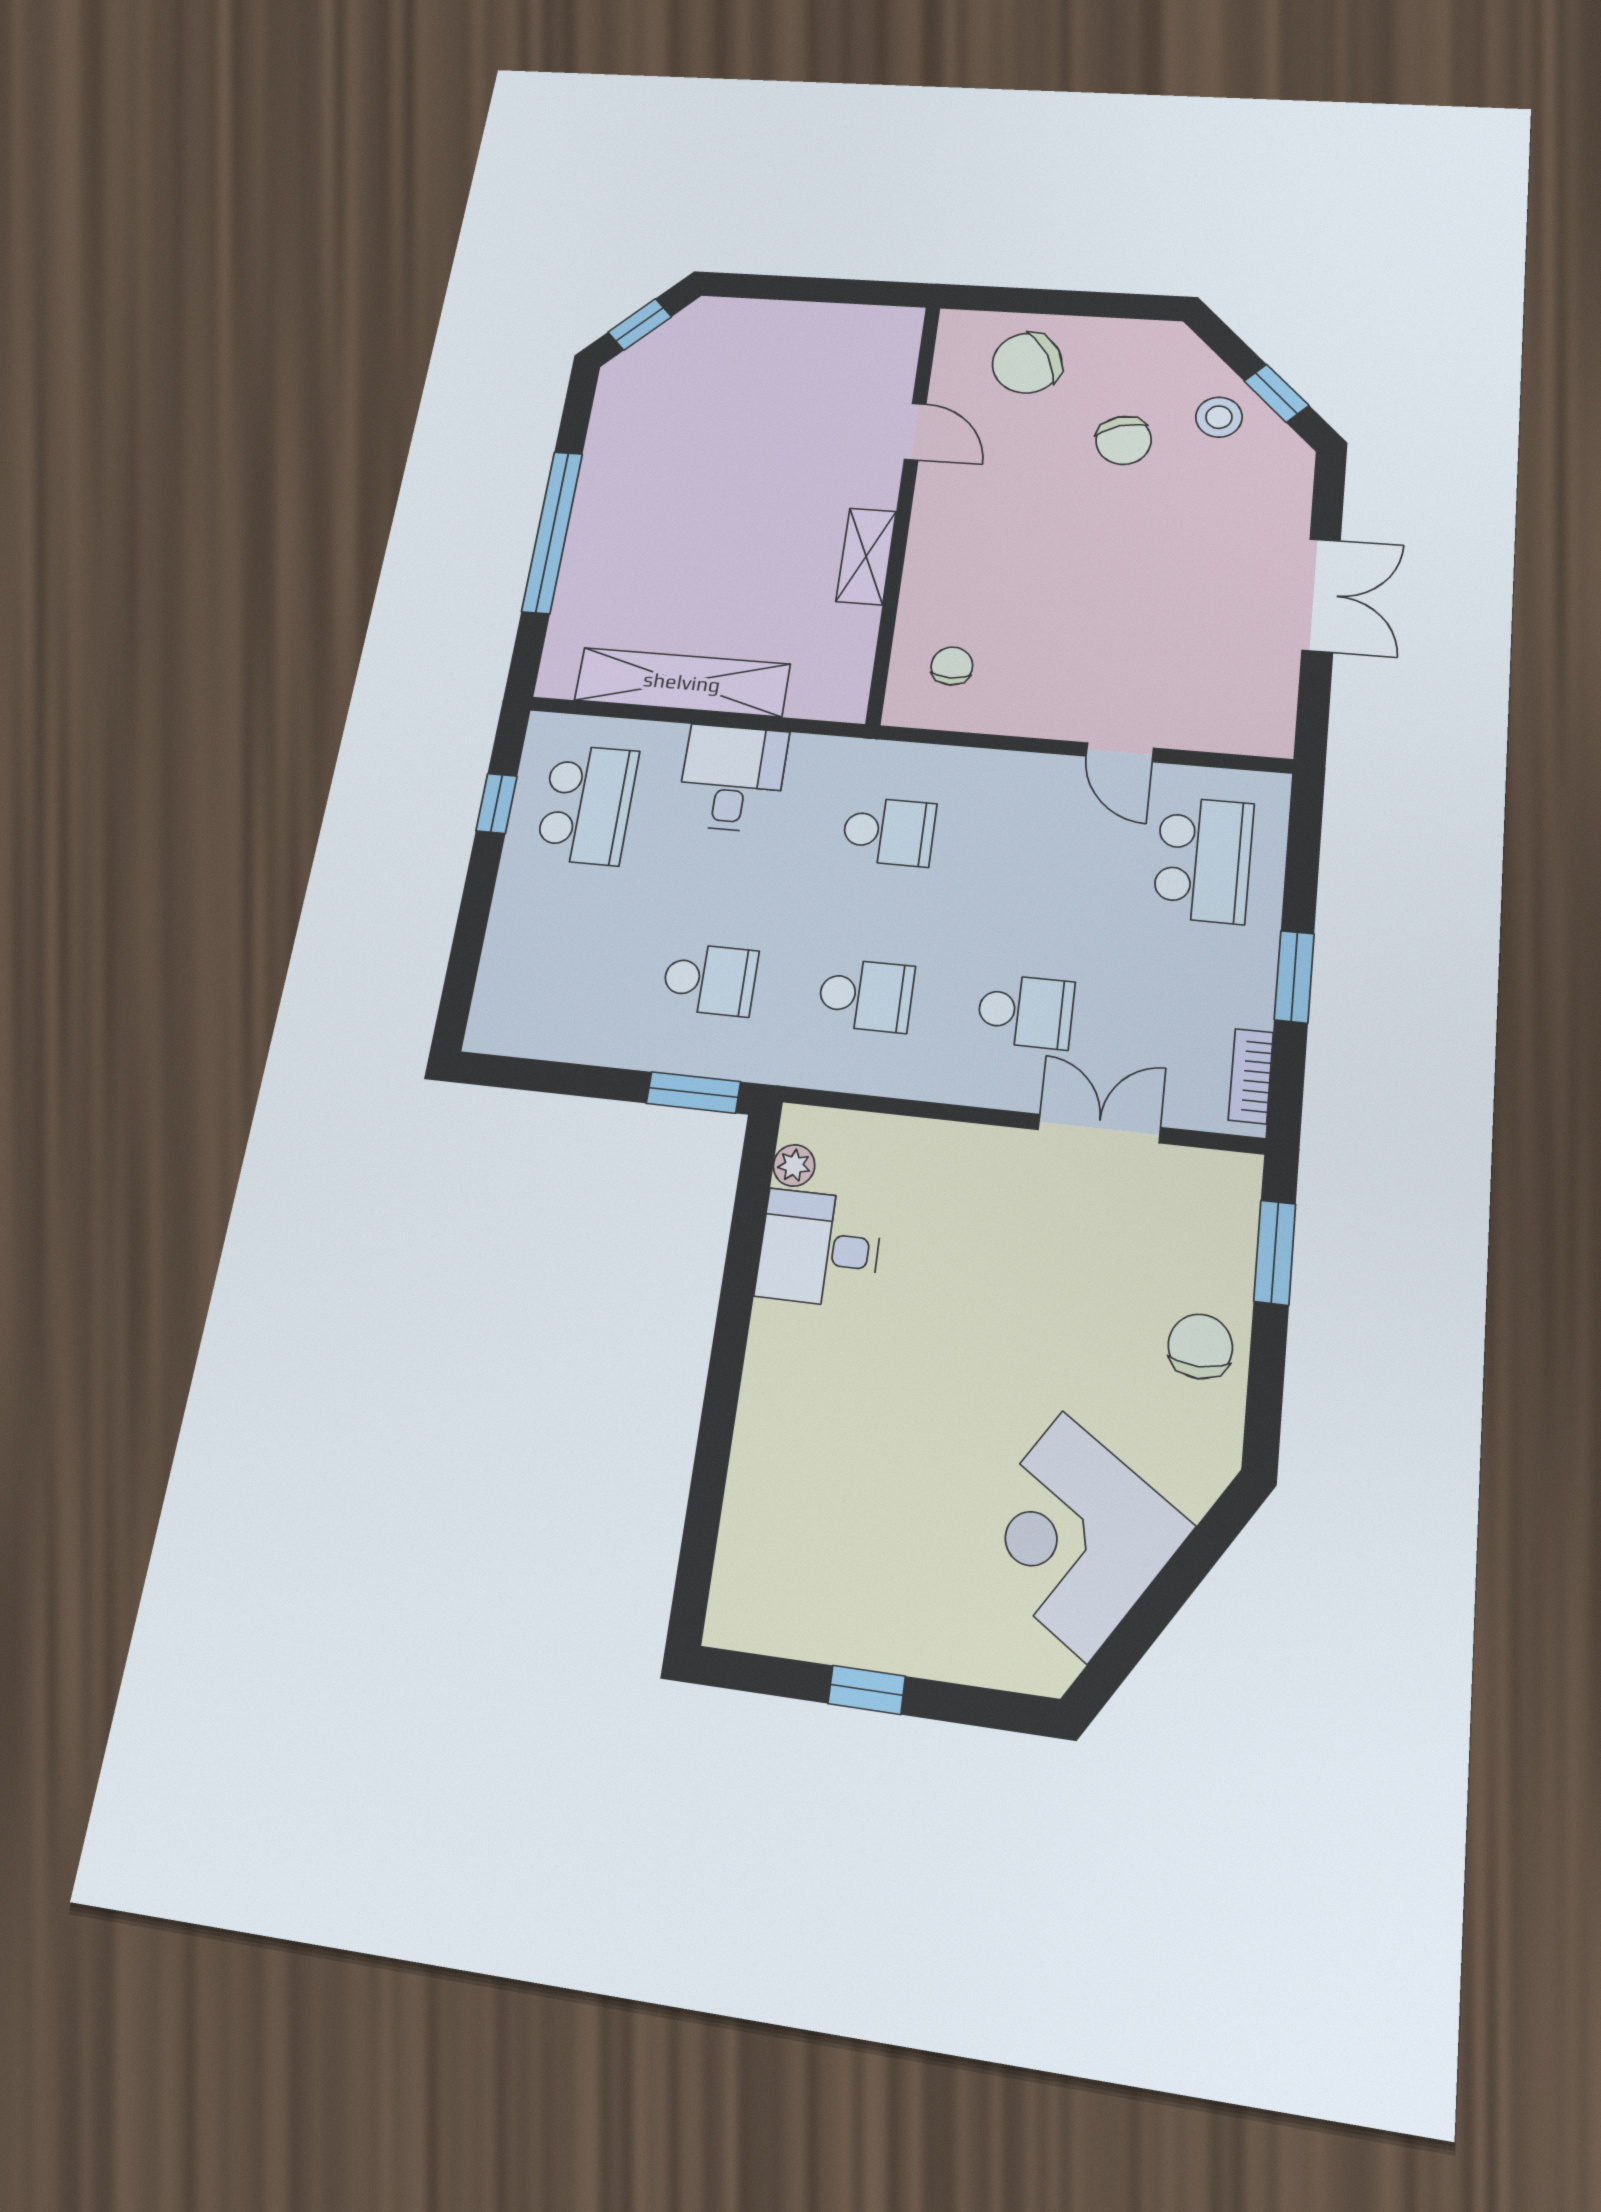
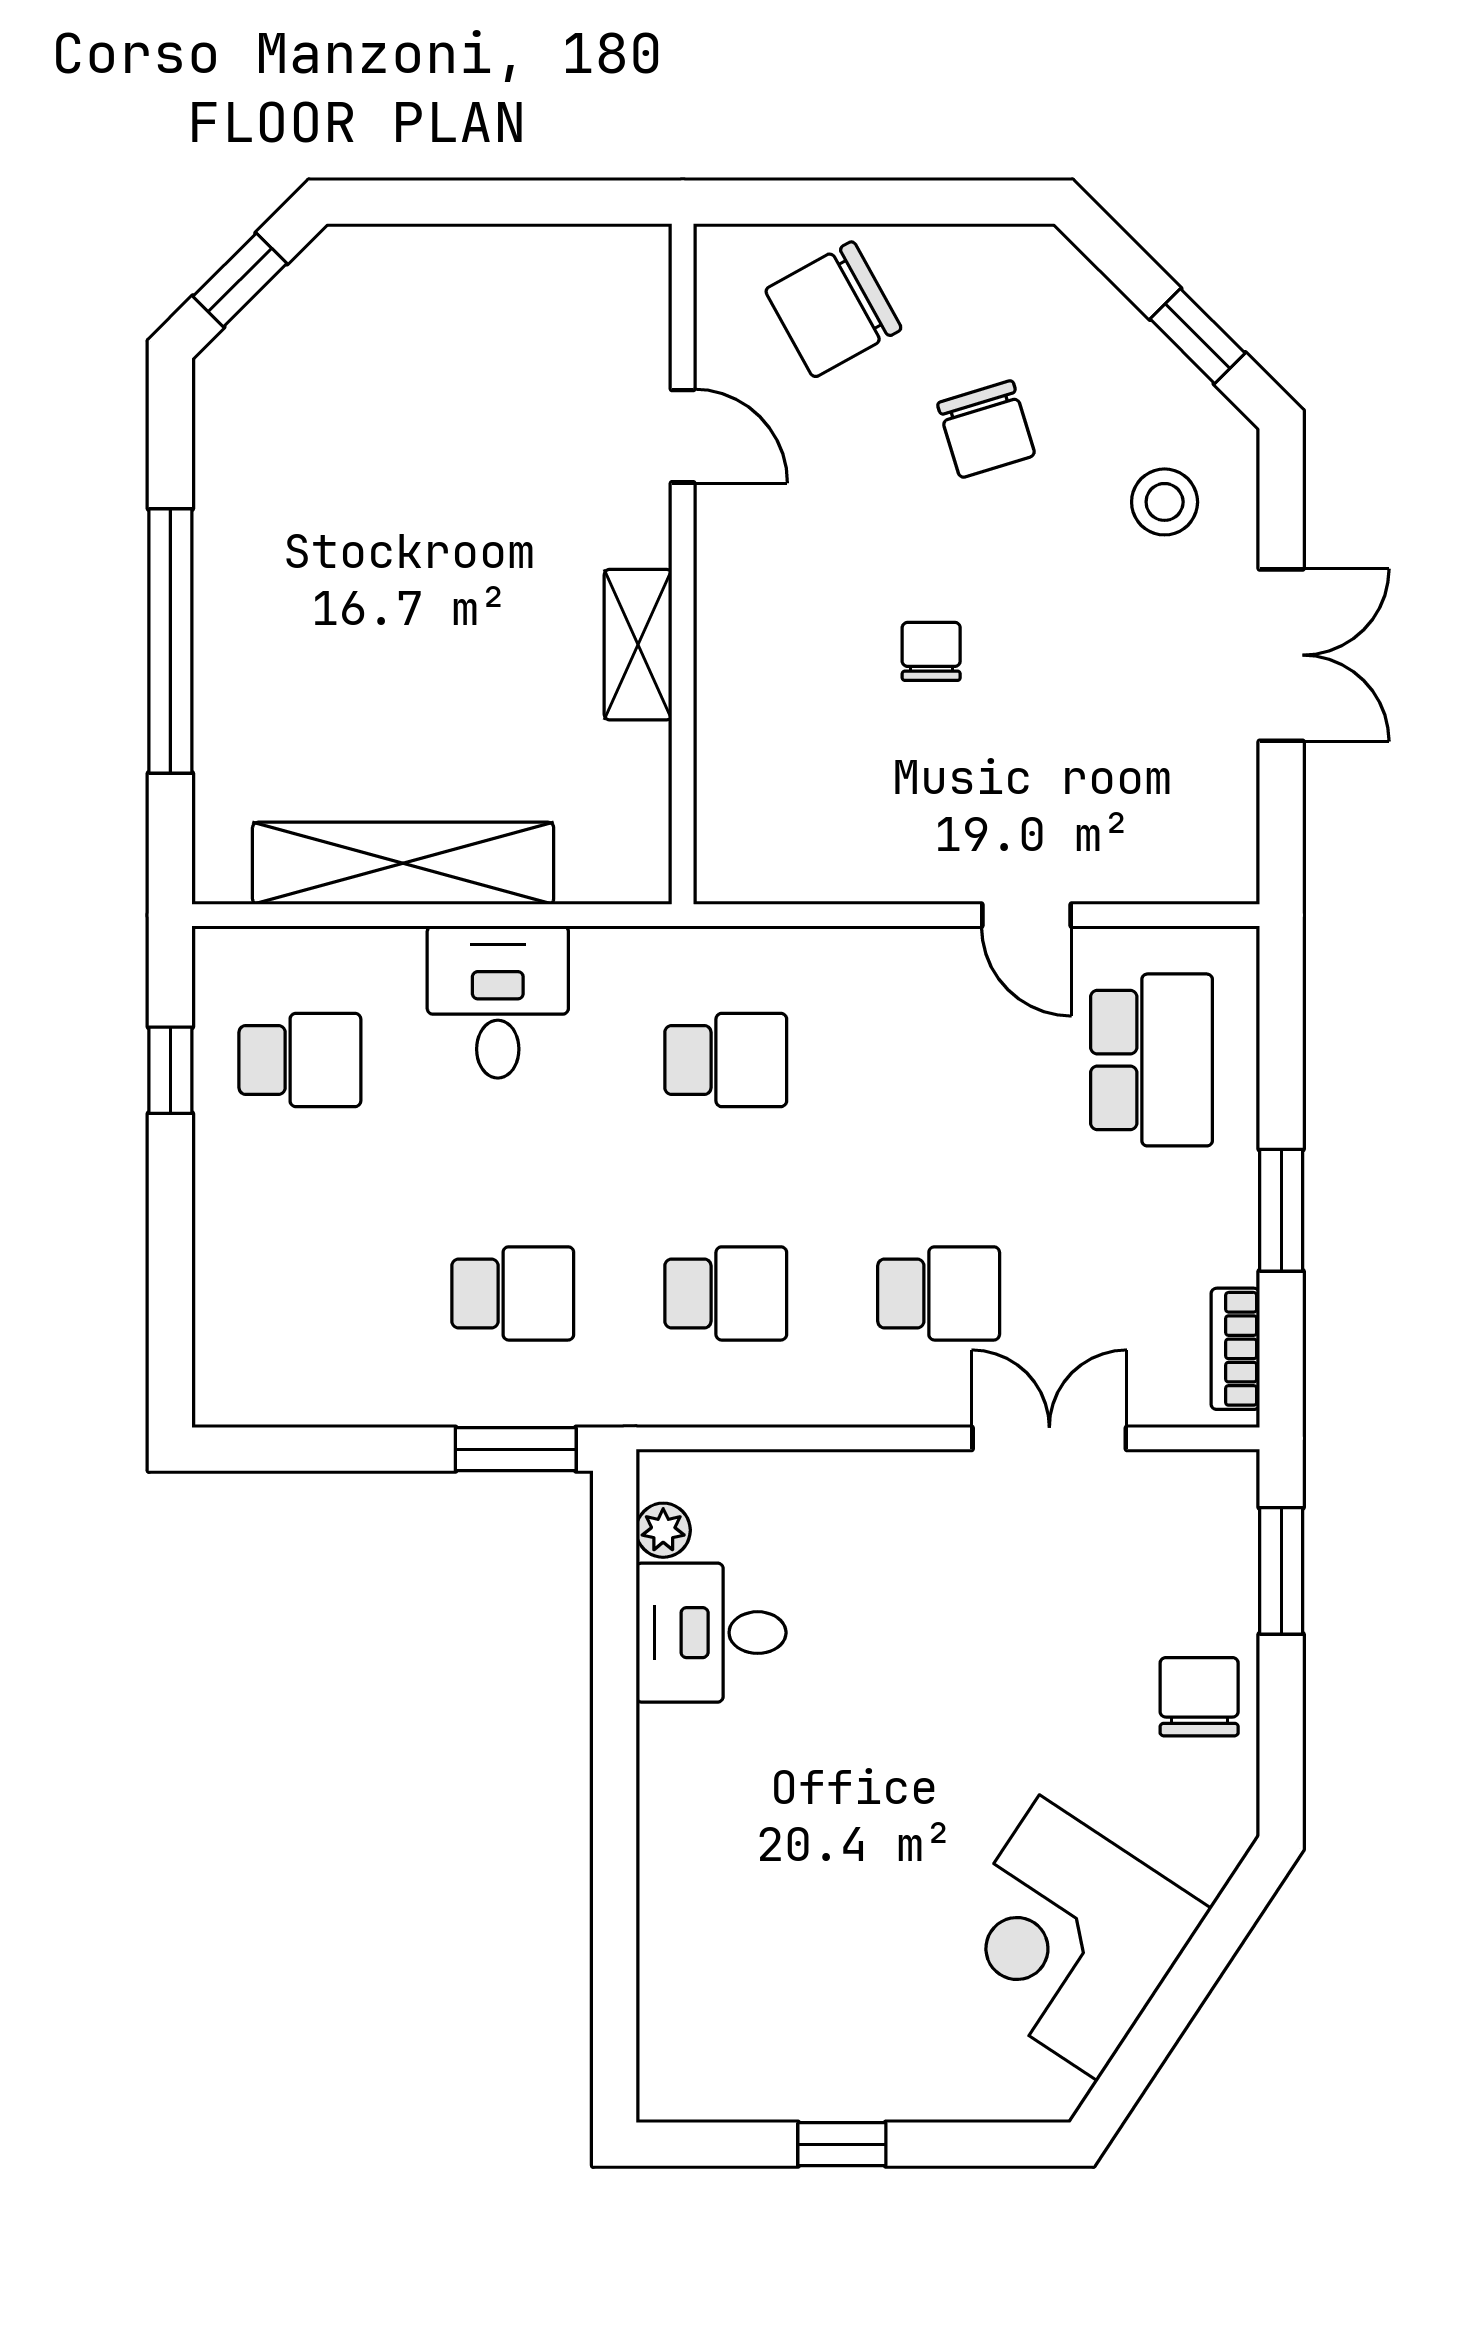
stool: (1219, 417) -> (1165, 502), moved
chair: (952, 666) -> (931, 651), moved
school desk: (587, 805) -> (300, 1060), width x0.54

